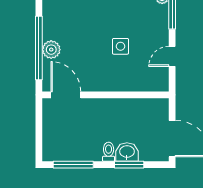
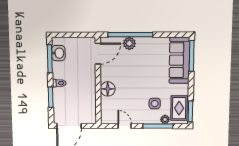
side table: (121, 46) -> (155, 104), moved
floor lamp: (117, 81) -> (108, 89), added
washbasin: (127, 152) -> (58, 53), moved

